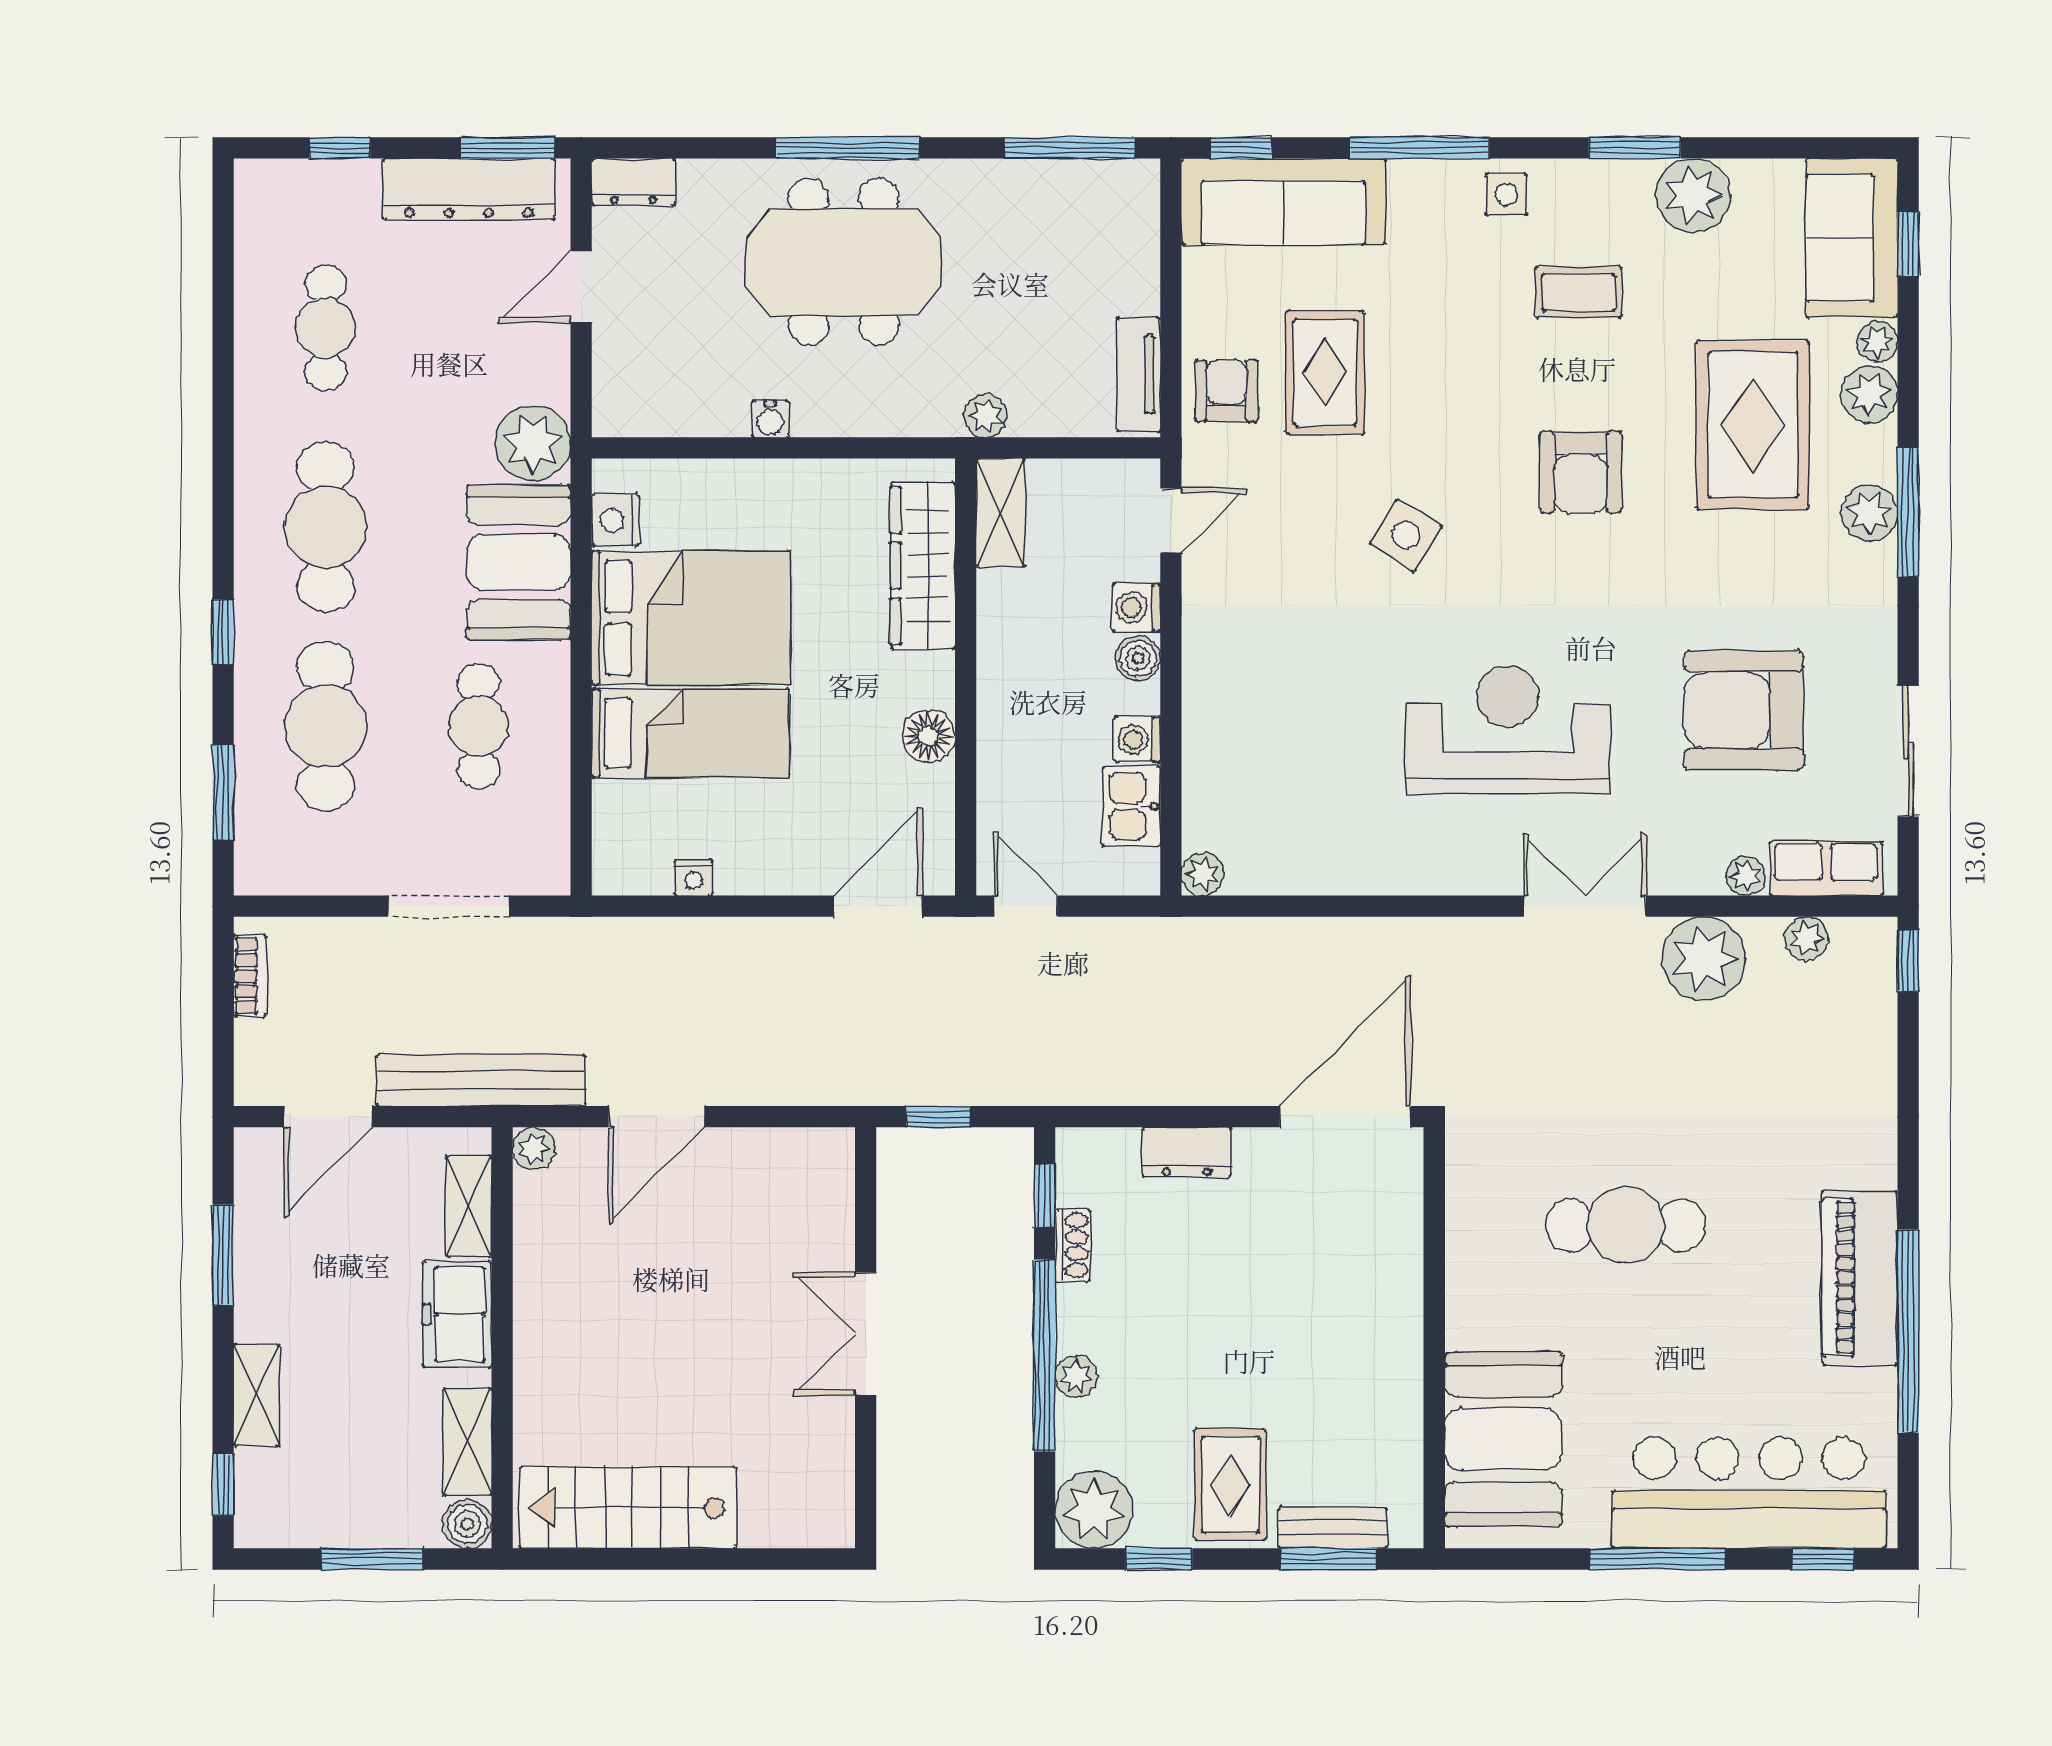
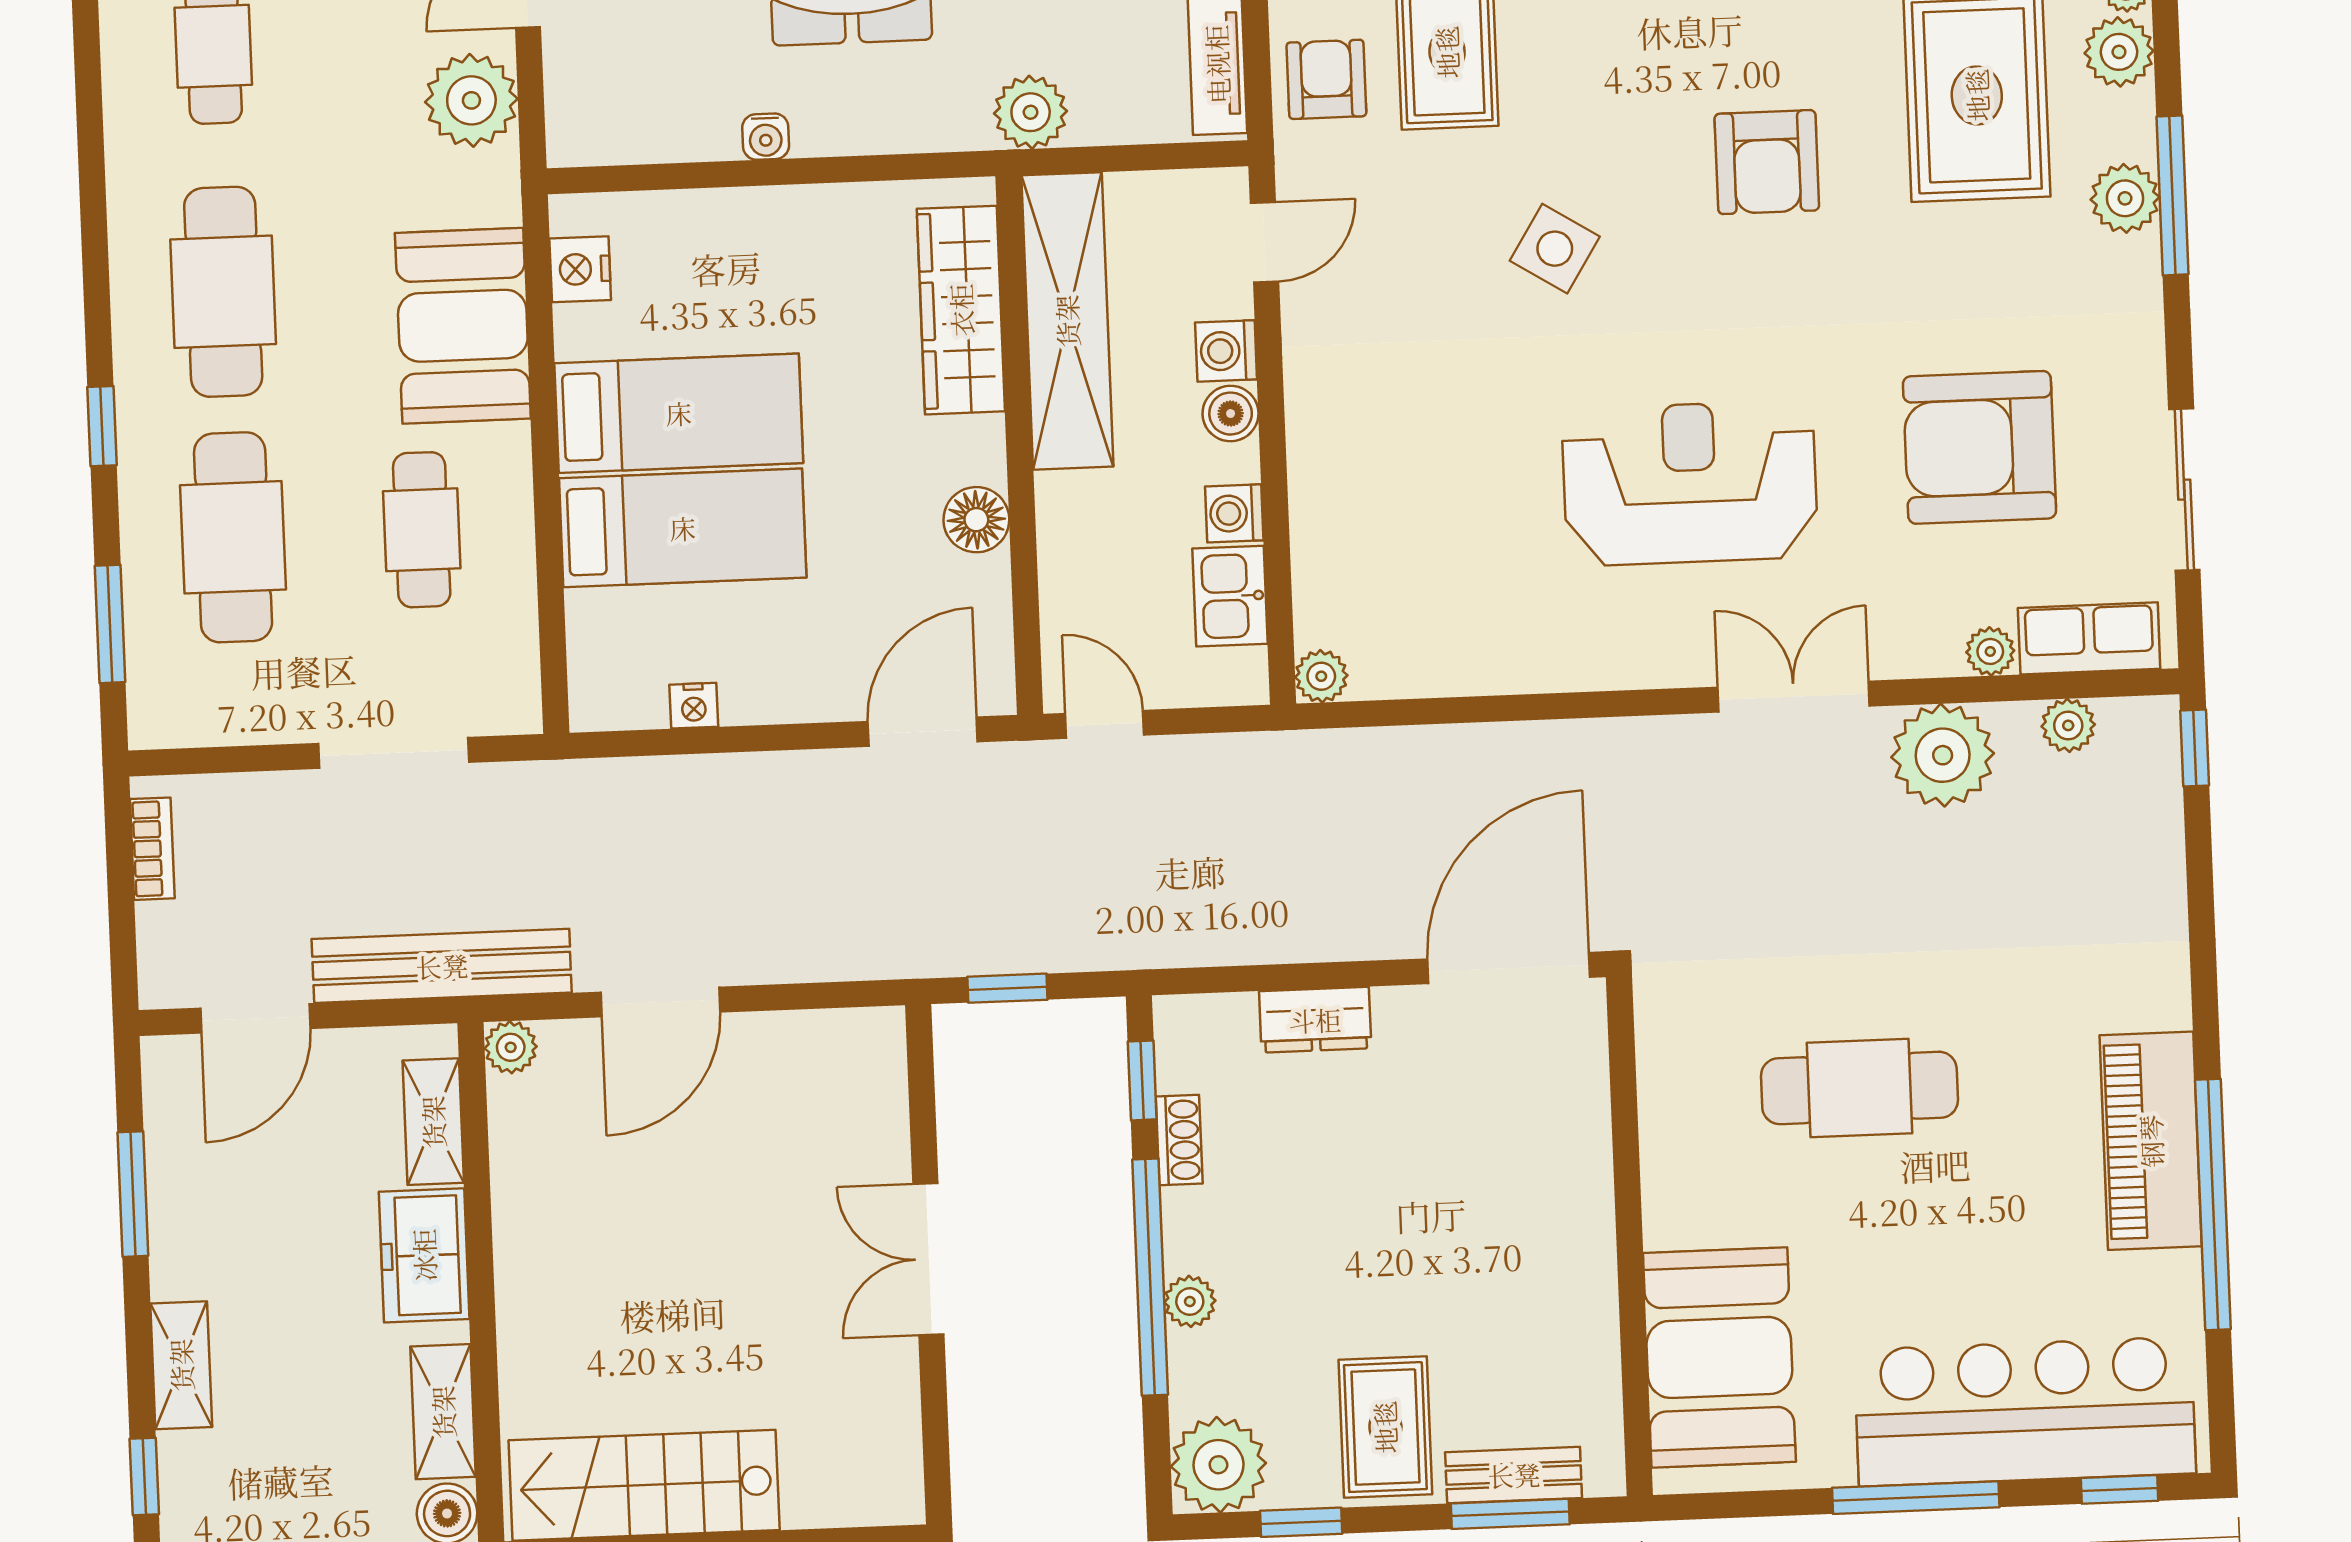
plant: (986, 416) -> (1031, 112), width x1.38, depth x1.38
plant: (533, 443) -> (471, 100), moved
shelving: (1001, 513) -> (1067, 321), width x2.20, depth x1.33
bed: (691, 618) -> (679, 413), width x0.67

